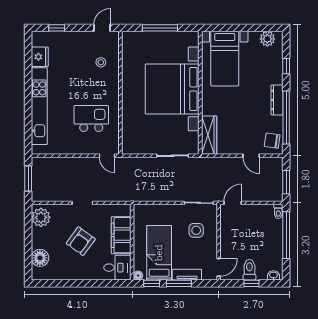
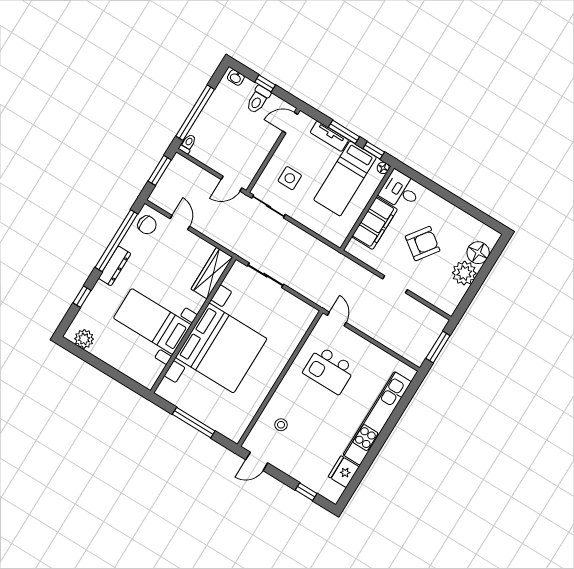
bed with nightstands: (225, 59) -> (152, 321), moved, turned -90
plant: (41, 217) -> (464, 273), moved

